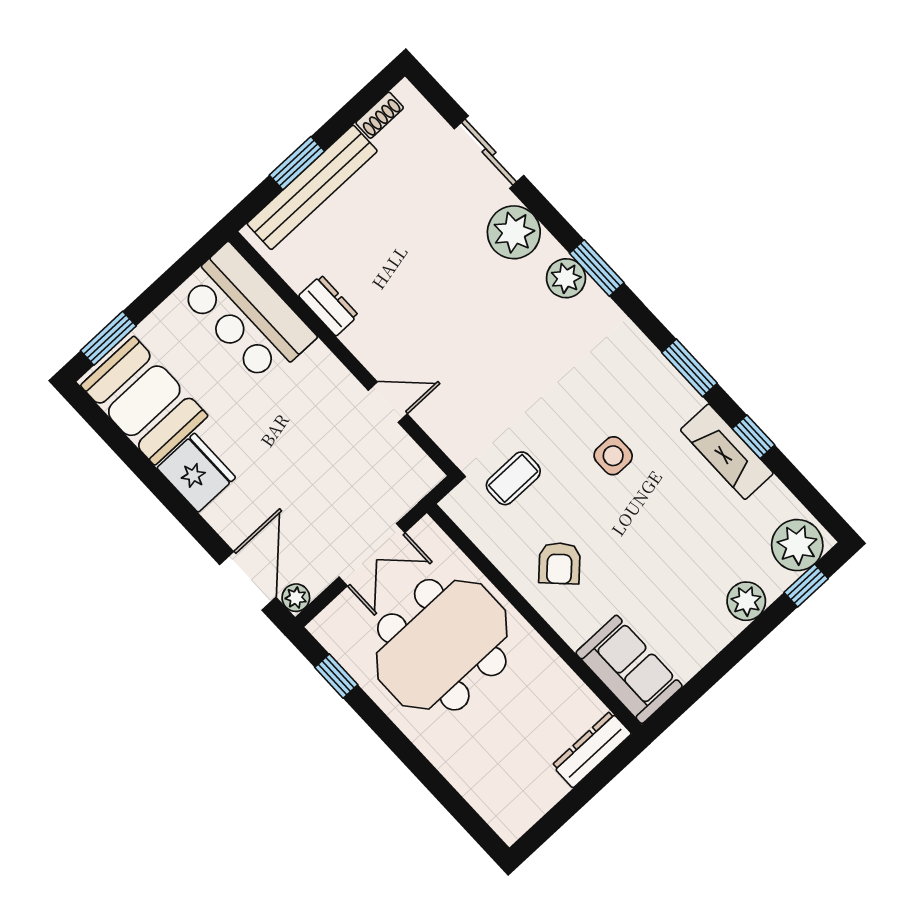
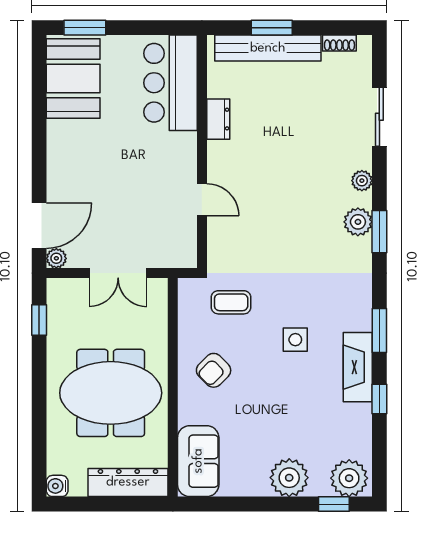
plant: (514, 232) -> (362, 181), width x0.53, depth x0.53
fireplace: (727, 452) -> (358, 367), moved
fridge: (196, 473) -> (65, 143), removed
plant: (746, 601) -> (289, 478), width x1.36, depth x1.36
meeting table: (442, 645) -> (111, 393), moved
dresser: (592, 749) -> (128, 482), width x1.37, depth x1.24
water cooler: (510, 827) -> (57, 486), added

